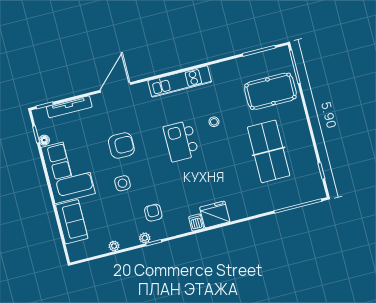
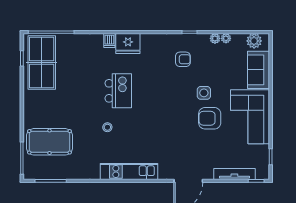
floor lamp: (44, 140) -> (265, 150), removed
kitchen island: (181, 141) -> (118, 91), moved
armchair: (121, 145) -> (210, 118), moved
table tennis table: (269, 151) -> (42, 62), moved
armchair: (153, 213) -> (183, 59), turned -90
dishwasher: (196, 223) -> (109, 41), moved
plant: (145, 238) -> (215, 38), moved
plant: (84, 251) -> (254, 41), added

